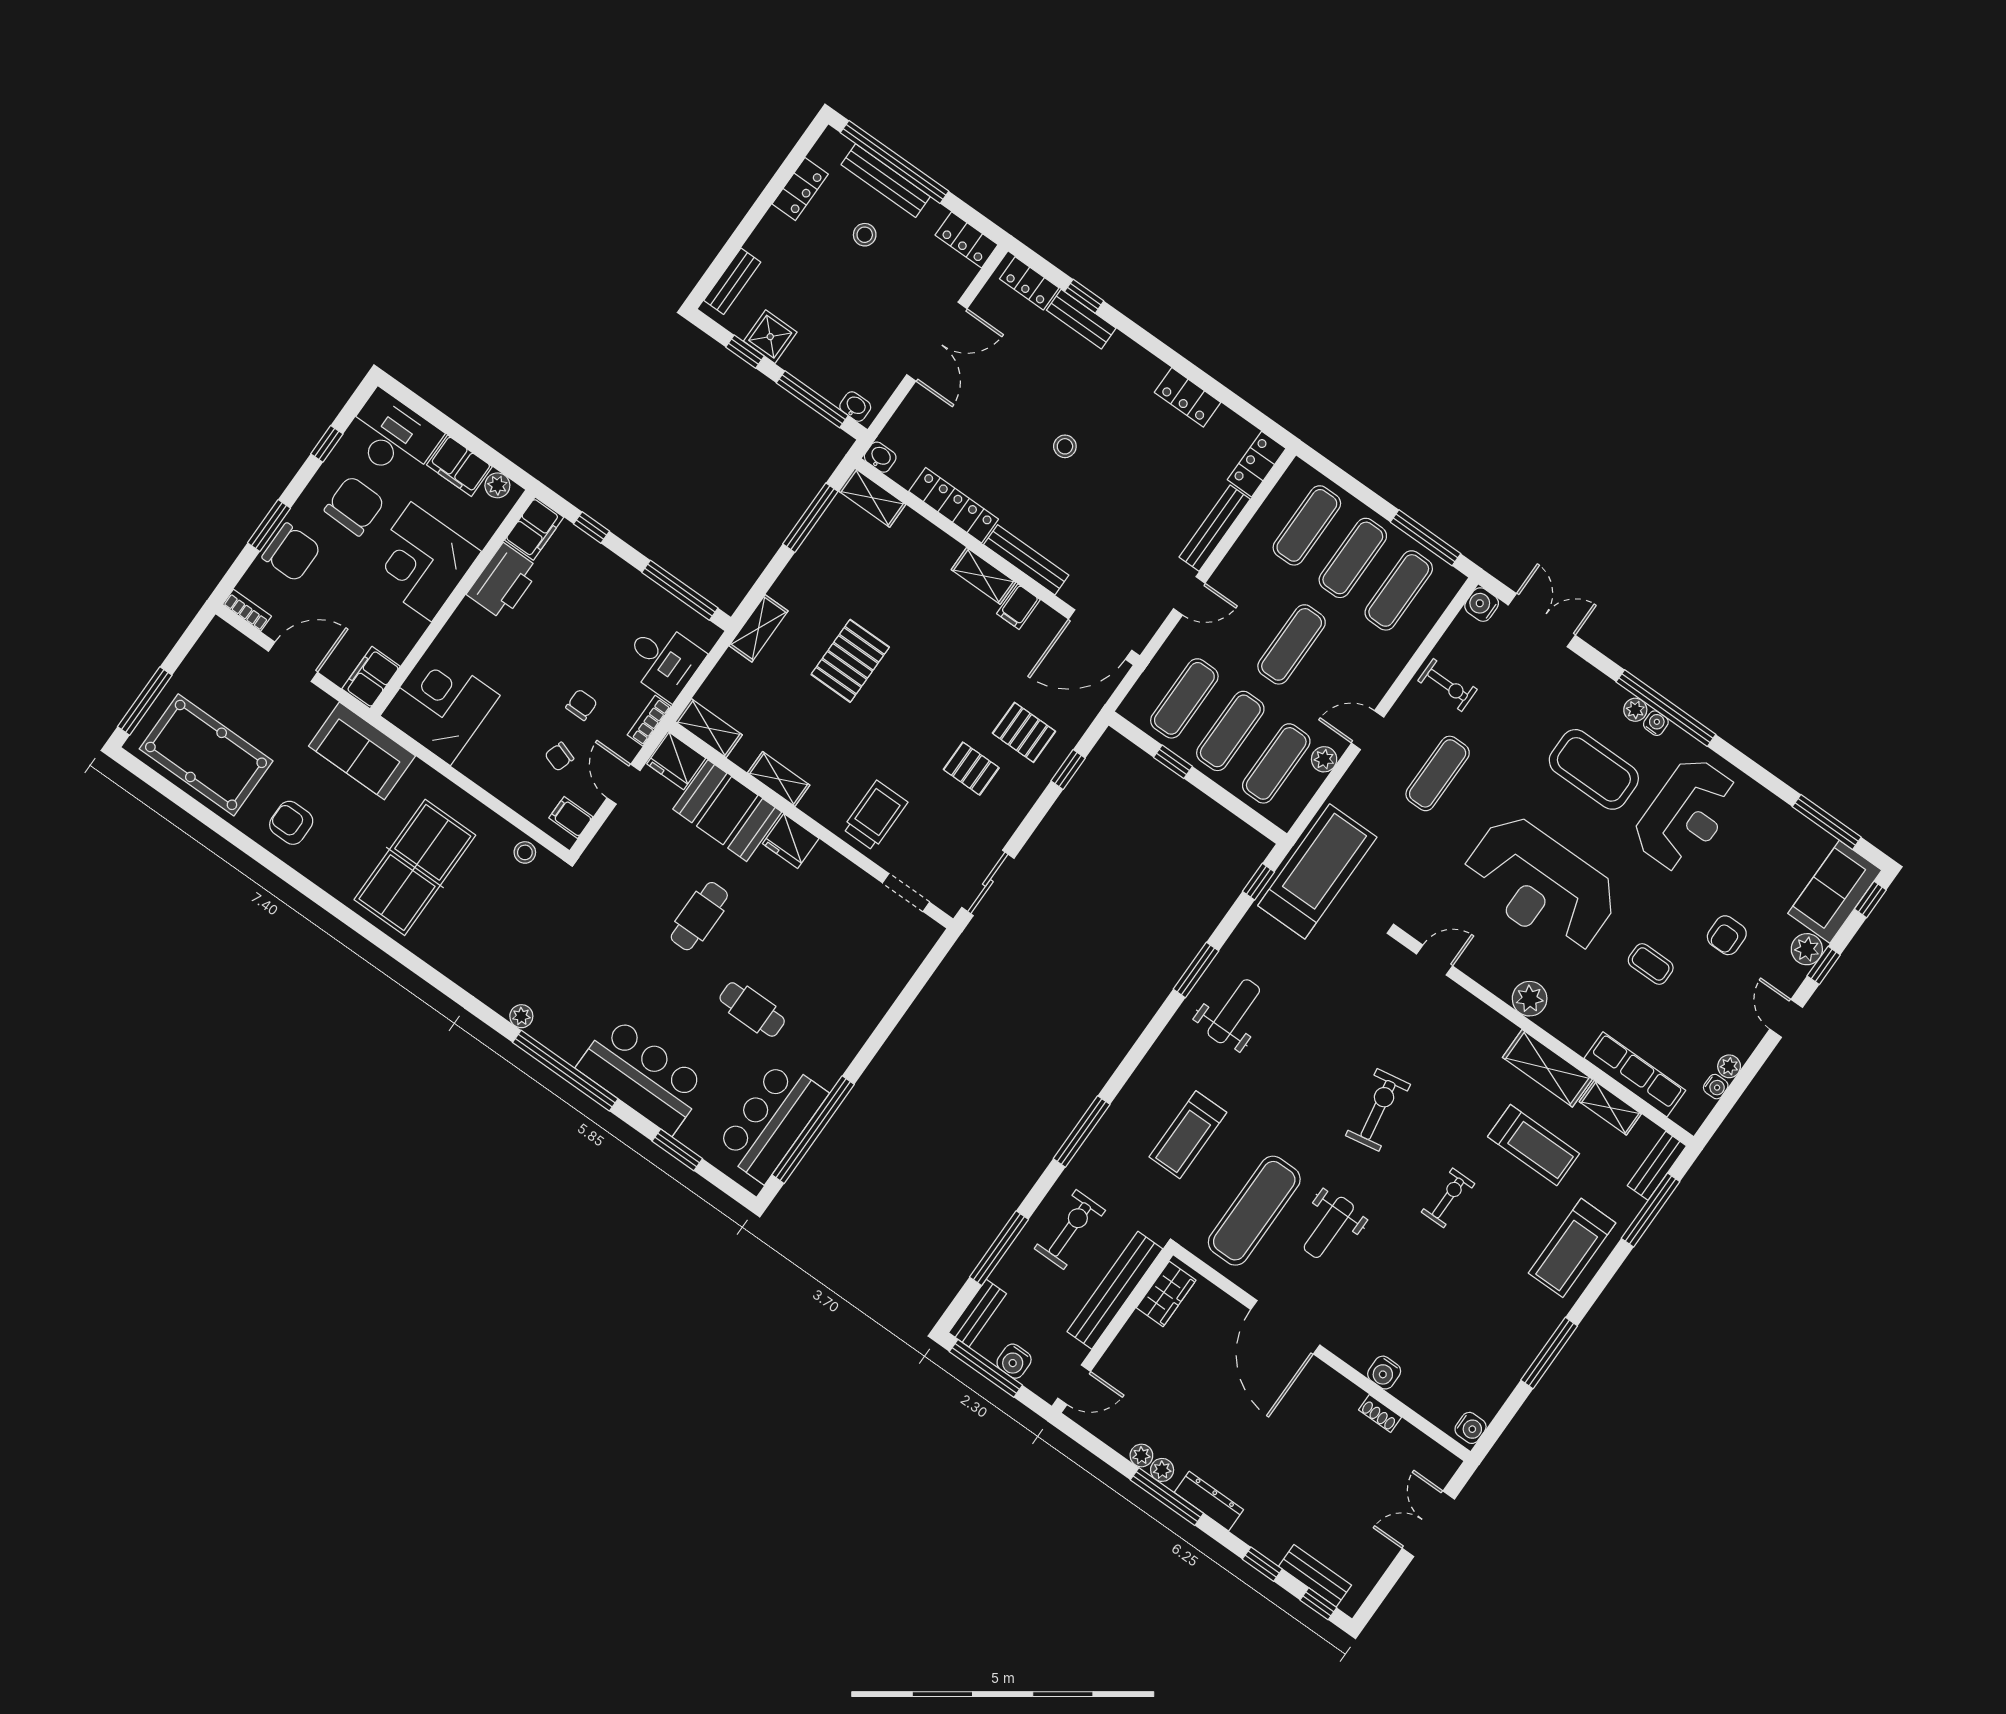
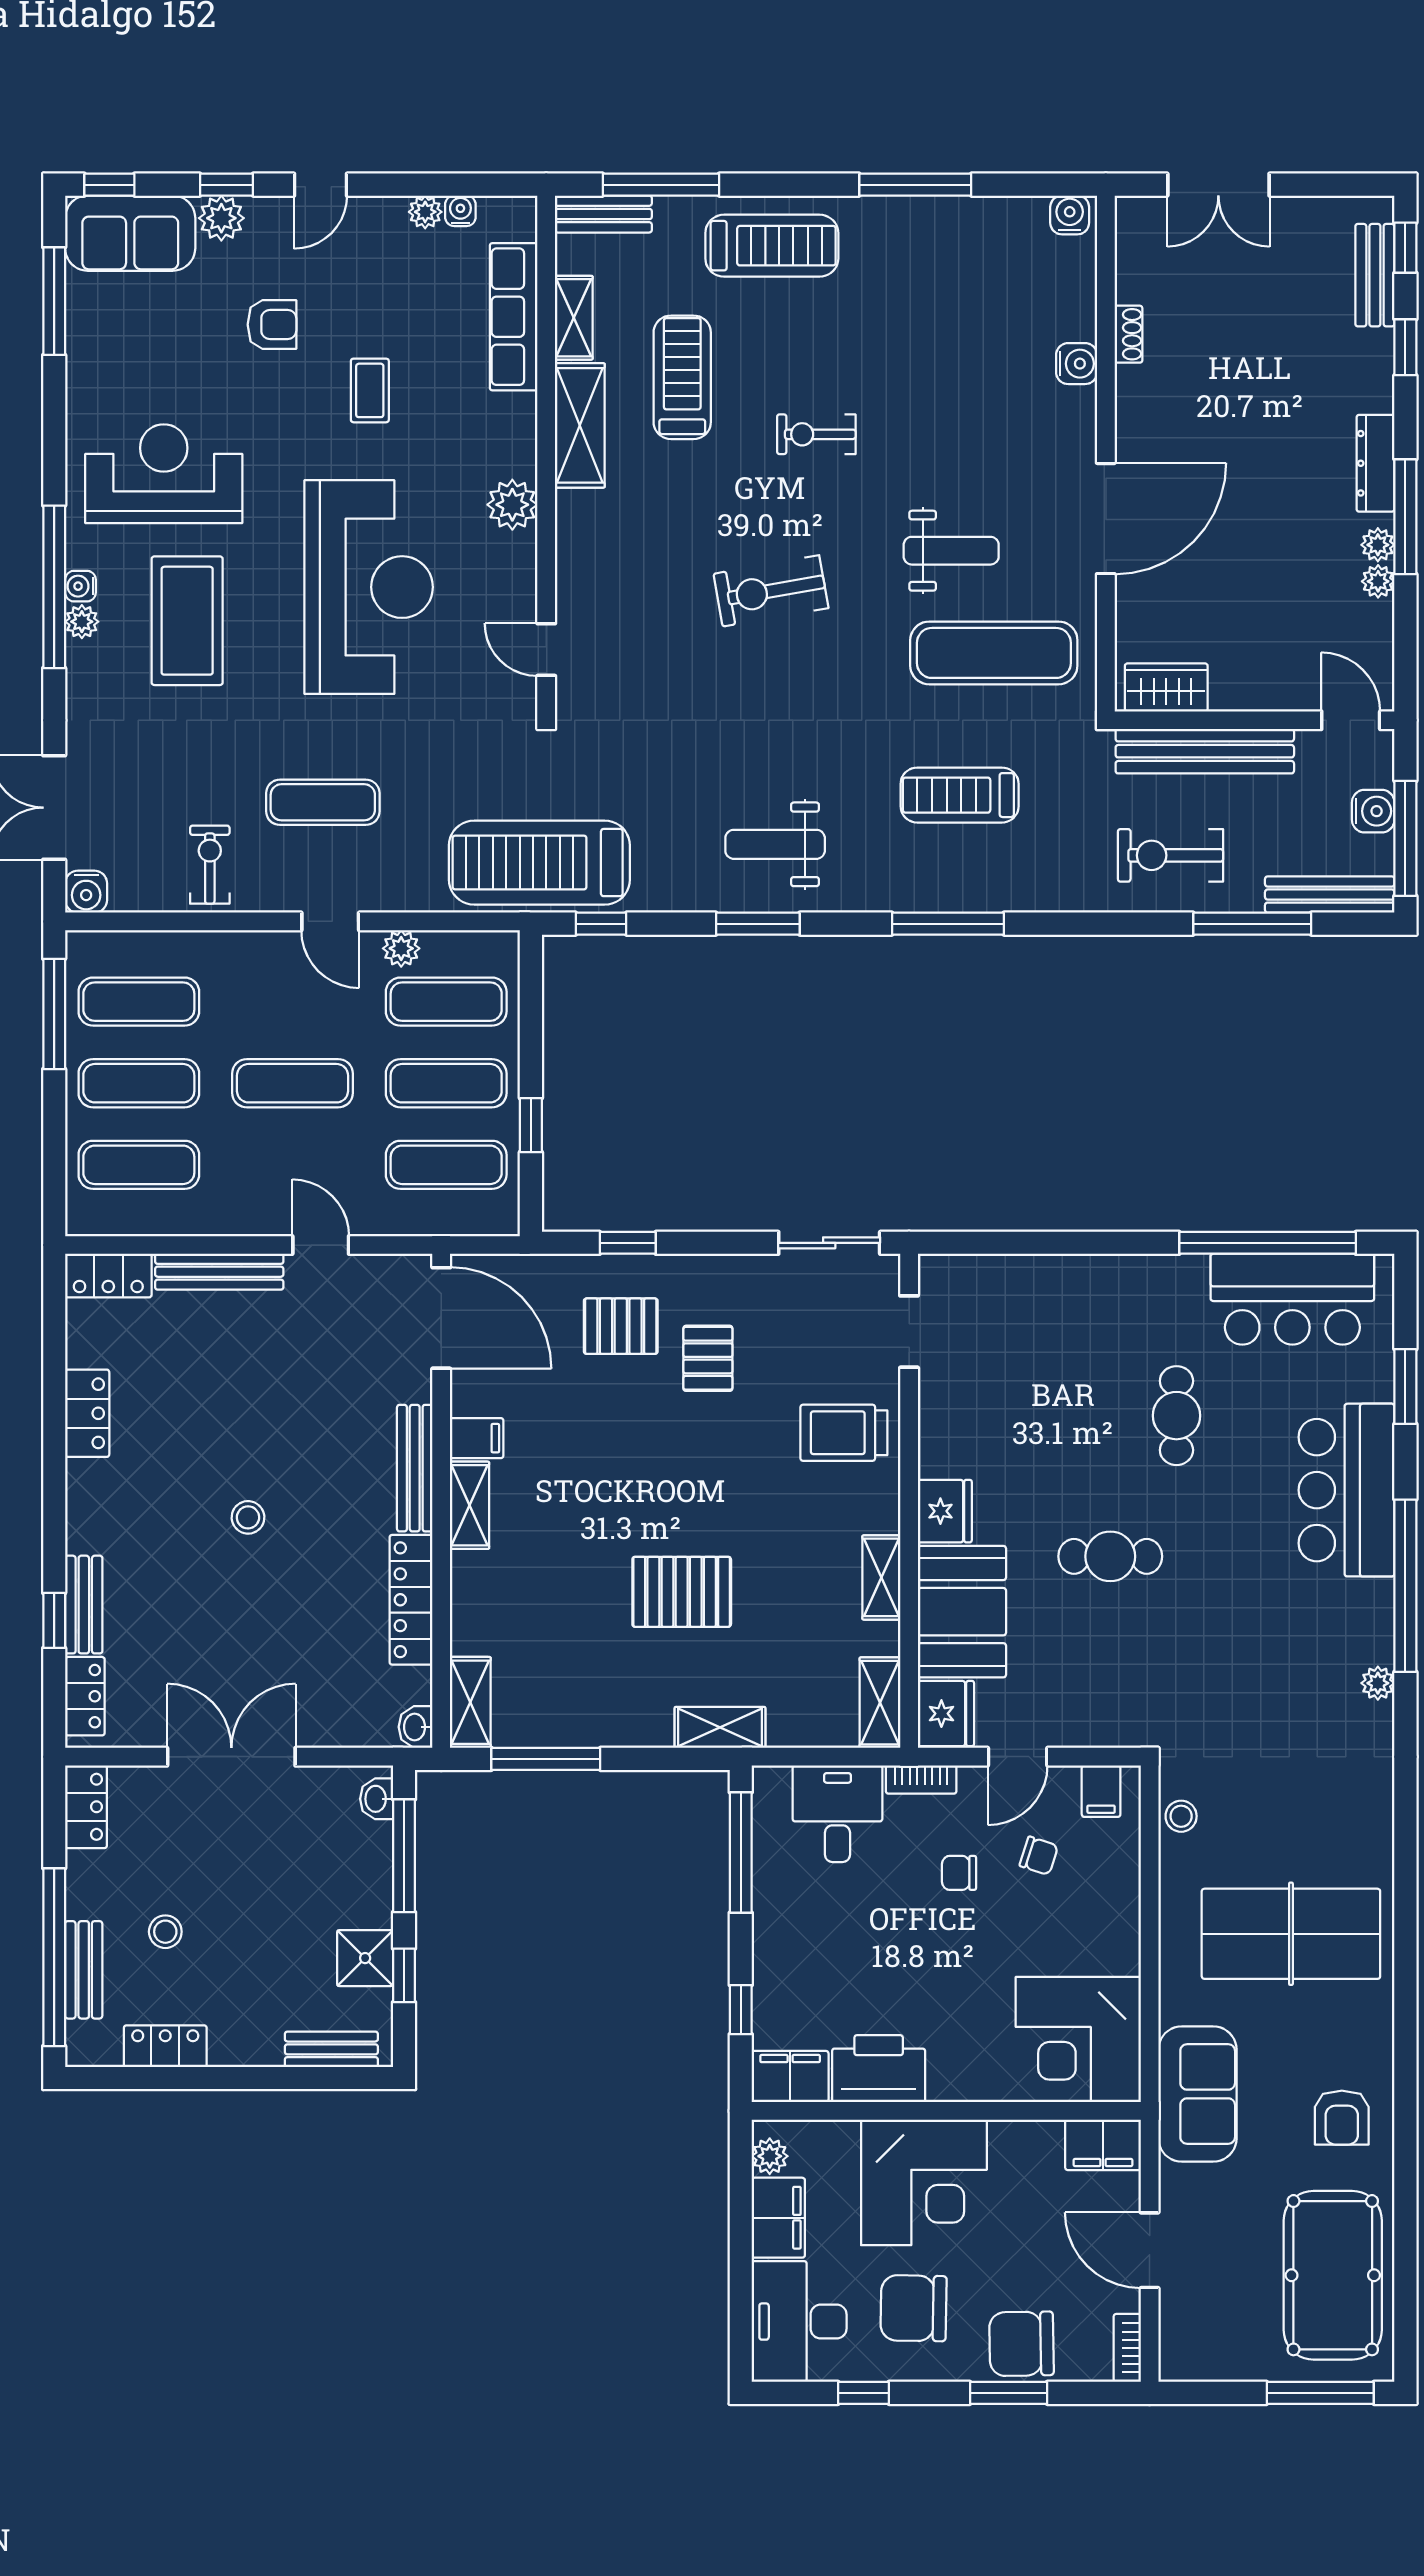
bench: (886, 181) -> (84, 1970), width x0.73
chair: (291, 552) -> (1022, 2344), turned -91
pallet: (1024, 732) -> (621, 1326), turned 90
window: (1082, 1131) -> (948, 924), moved
treadmill: (1188, 1135) -> (960, 795), turned 180
bench: (978, 1313) -> (1330, 895), width x1.36

